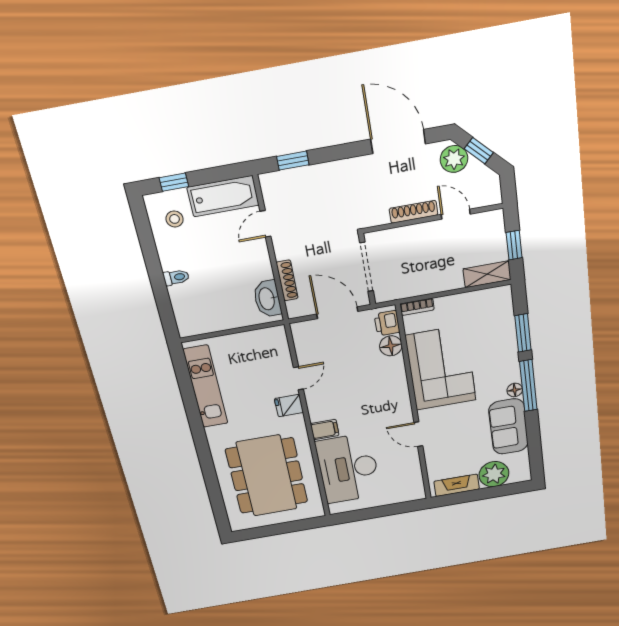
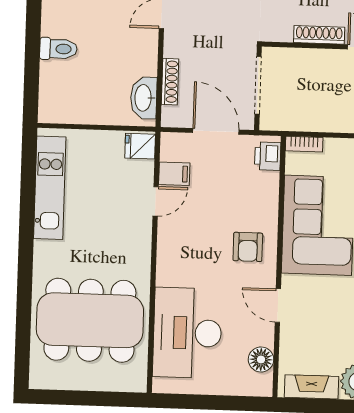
toilet: (176, 277) -> (58, 49), width x1.37, depth x1.39
floor lamp: (391, 346) -> (261, 359), moved
armchair: (384, 397) -> (248, 247), added
fridge: (289, 406) -> (140, 146), moved
filing cabinet: (325, 430) -> (174, 174), moved
dining table: (267, 476) -> (90, 320), turned 90

